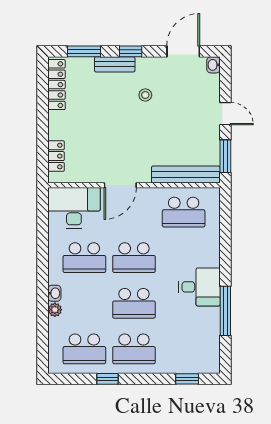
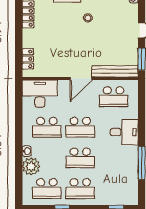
door: (120, 185) -> (81, 78), moved
desk: (199, 287) -> (124, 132), moved
plant: (55, 310) -> (31, 166), width x1.87, depth x1.87

